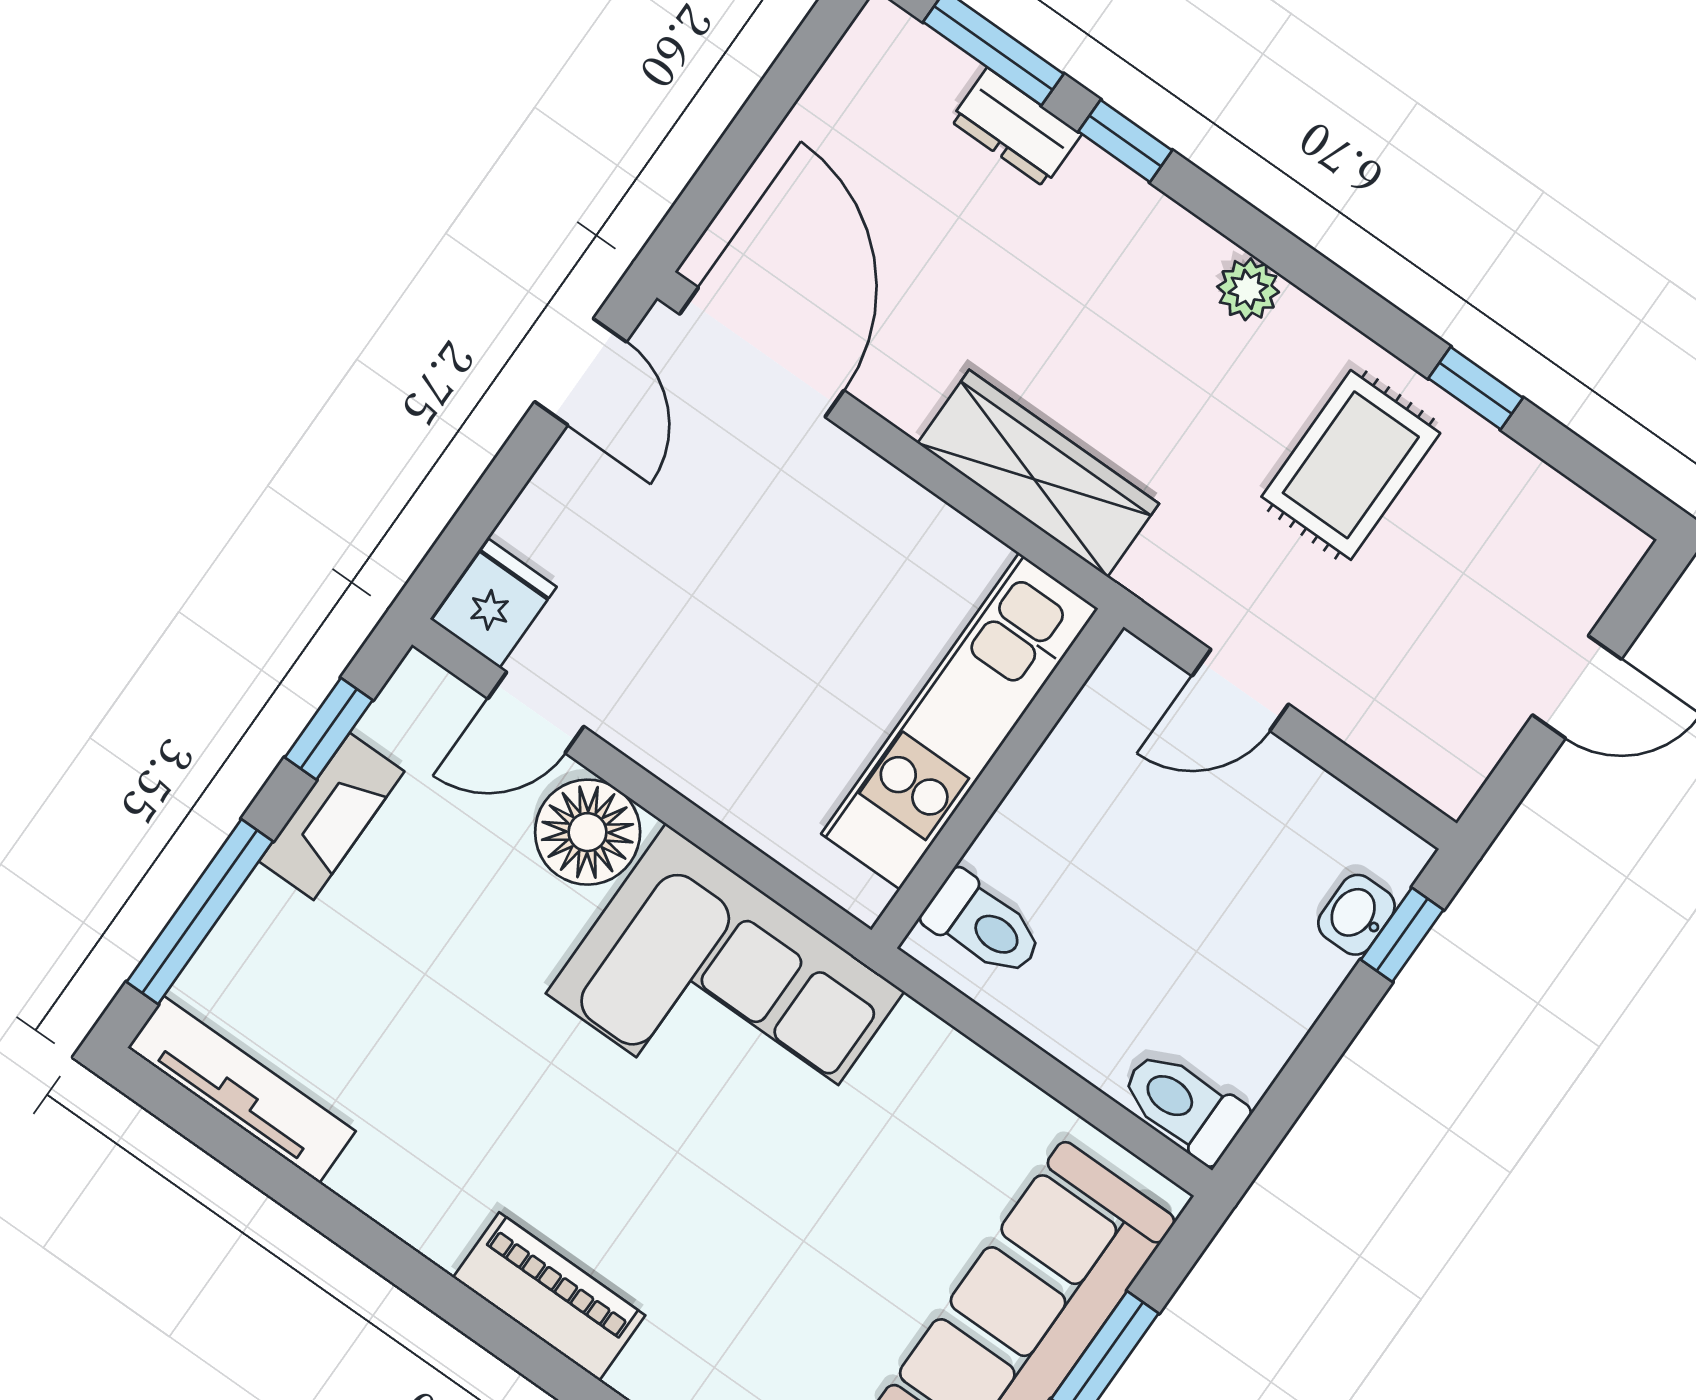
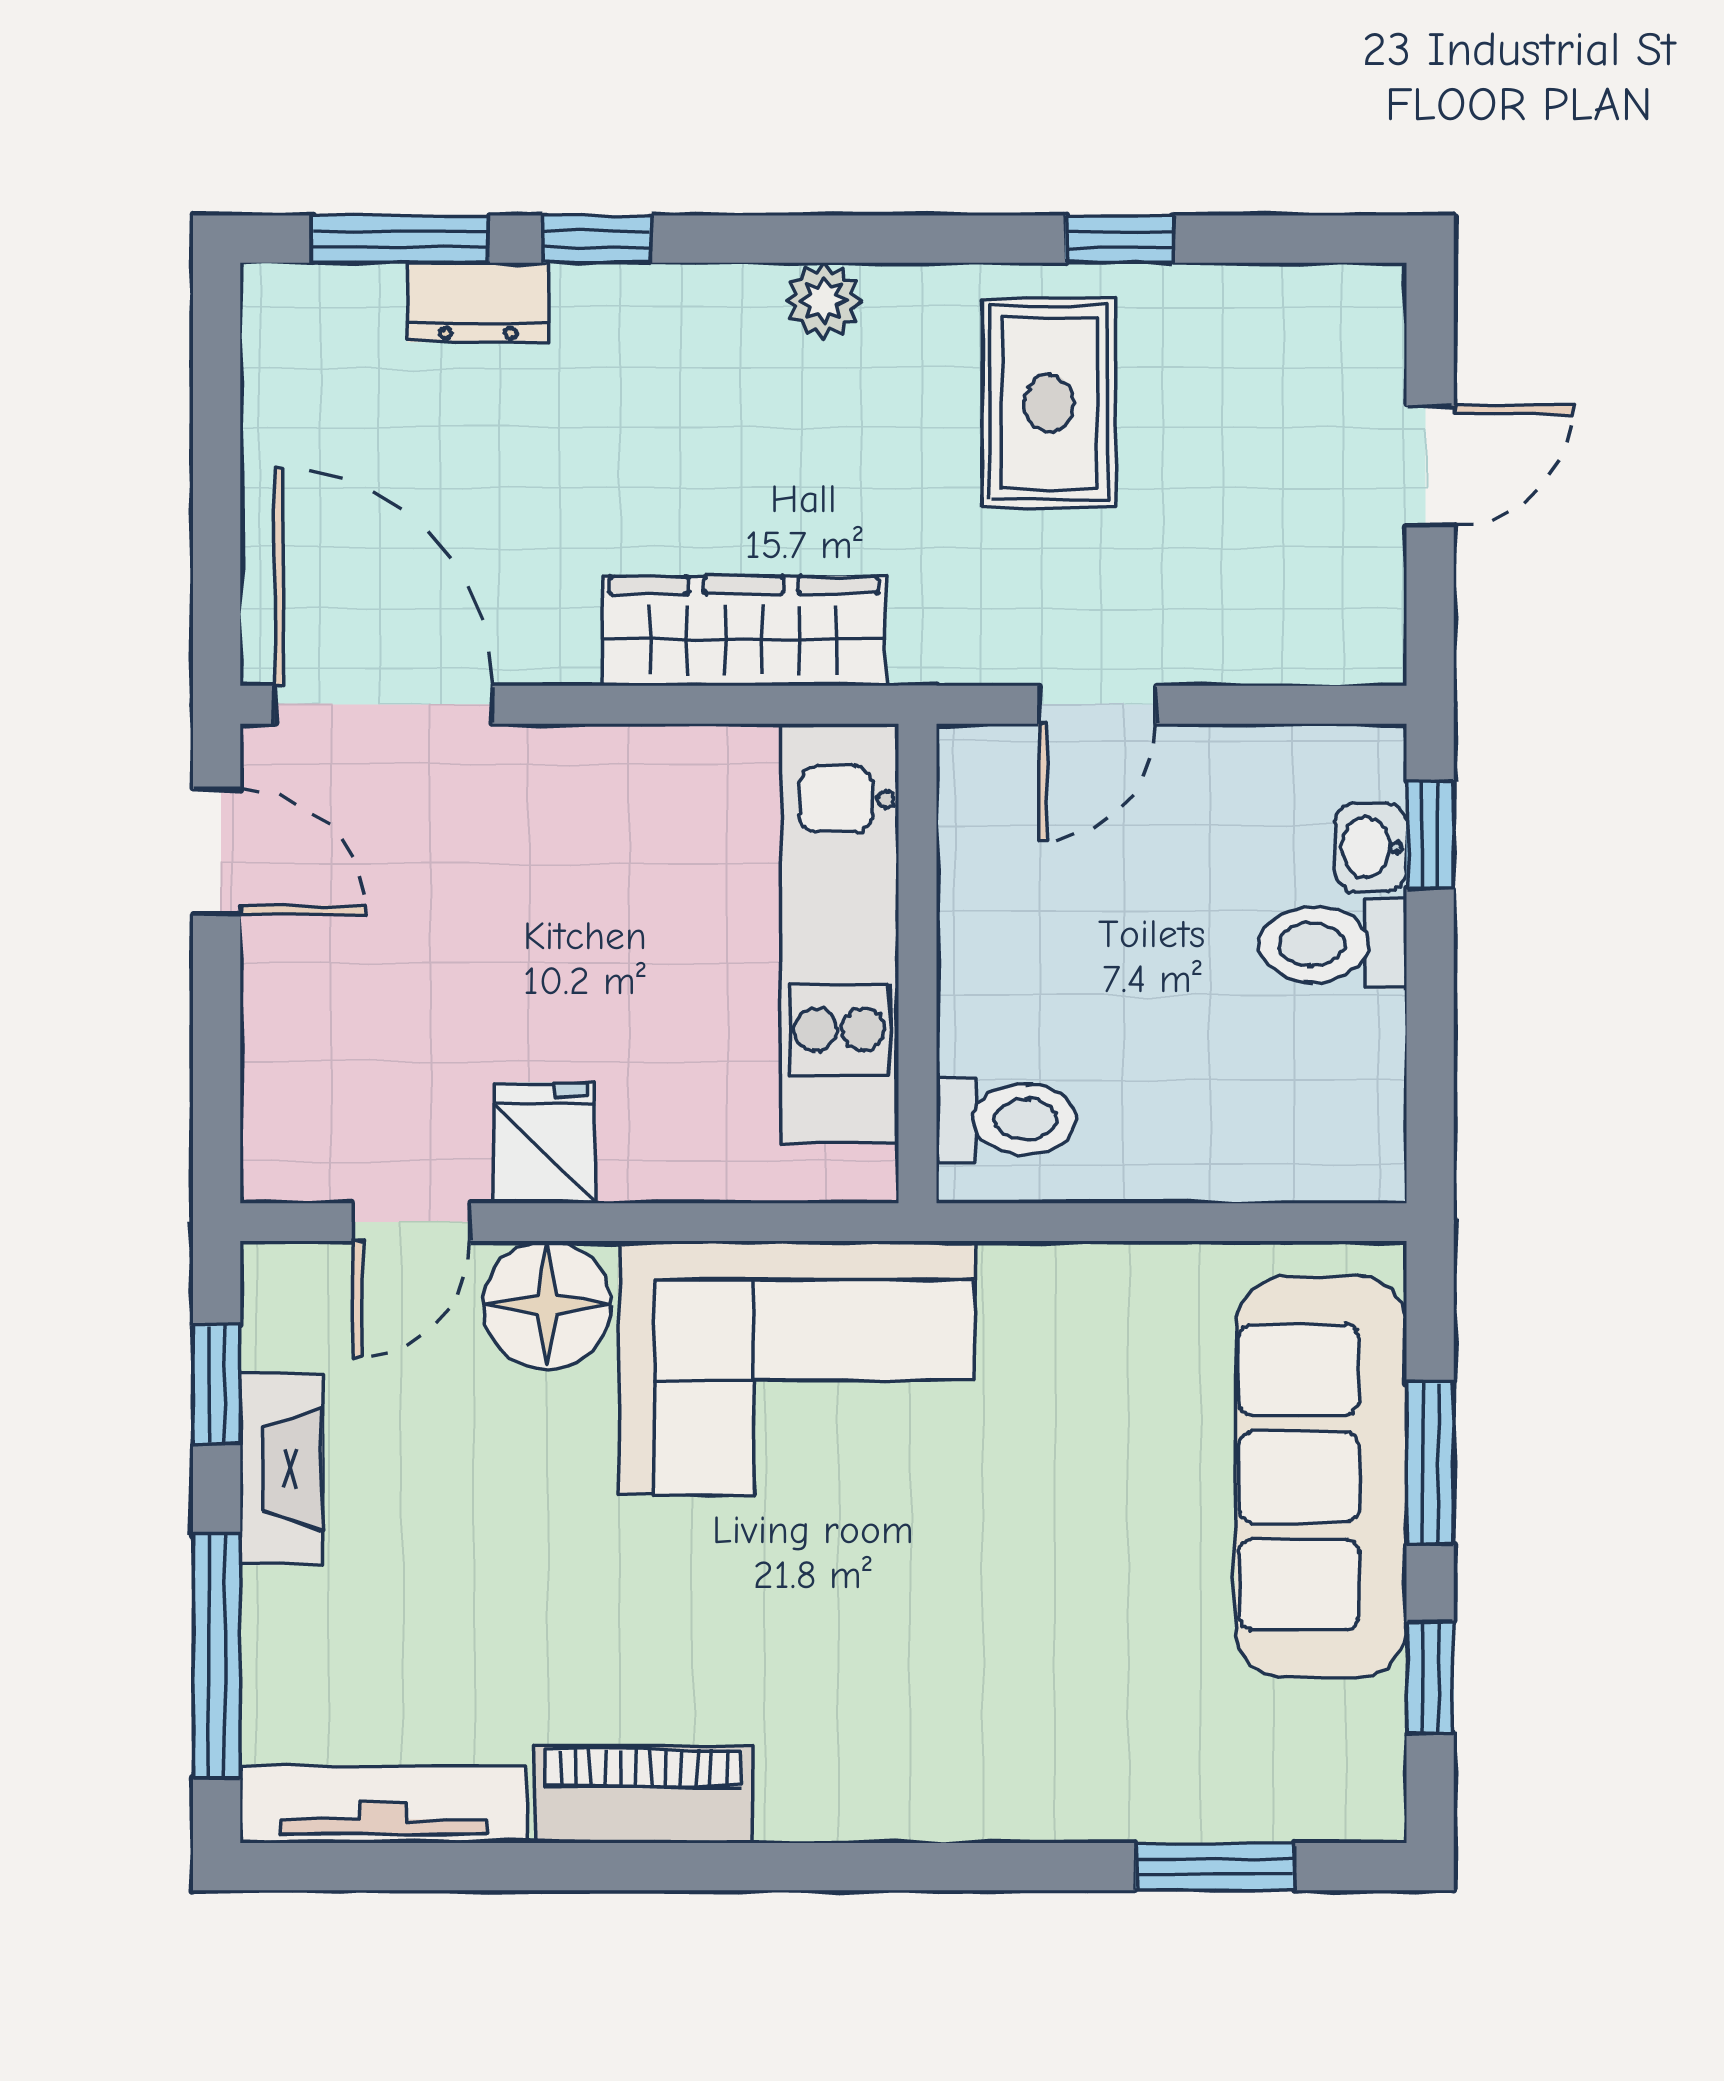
fridge: (494, 603) -> (545, 1143), moved
toilet: (1184, 1105) -> (1333, 944), moved
piano: (549, 1296) -> (643, 1794), moved

